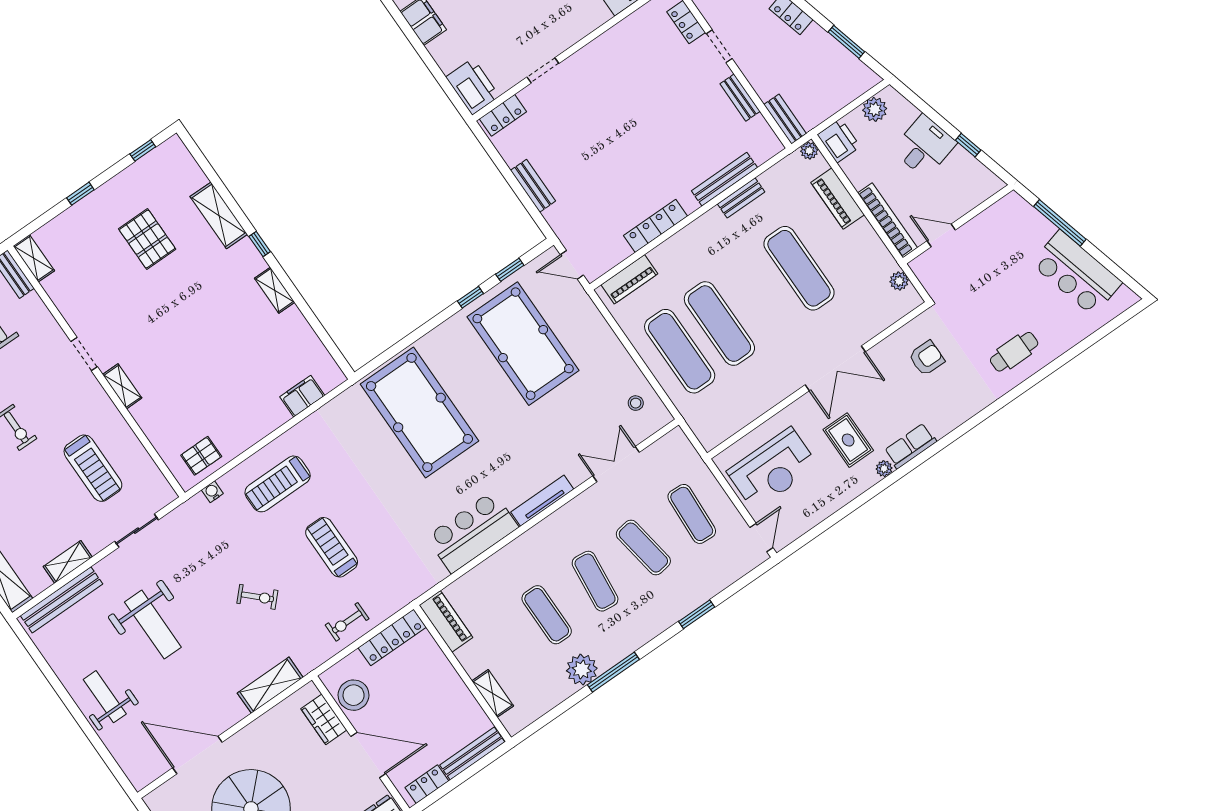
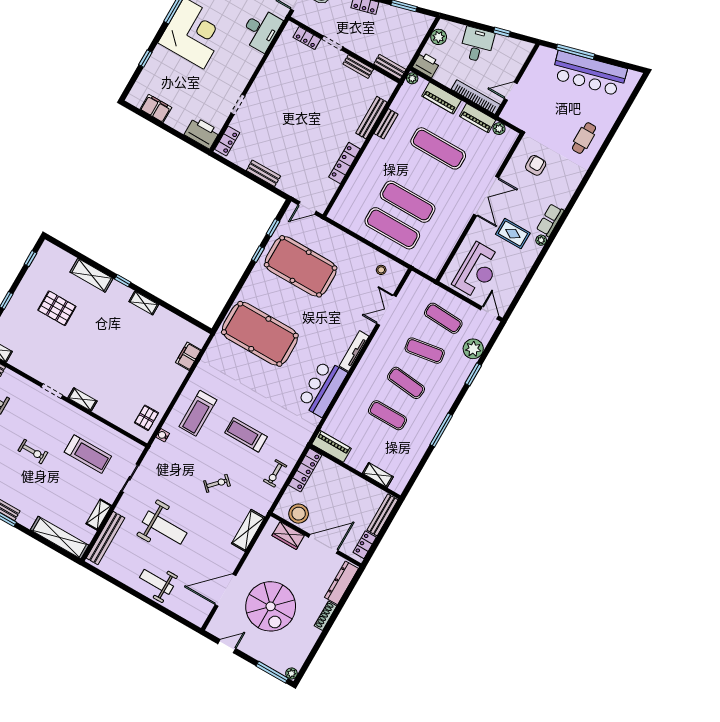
bar counter: (1077, 273) -> (589, 74), width x1.36
piano: (629, 279) -> (478, 118), moved, turned 90
plant: (582, 670) -> (473, 349), moved

